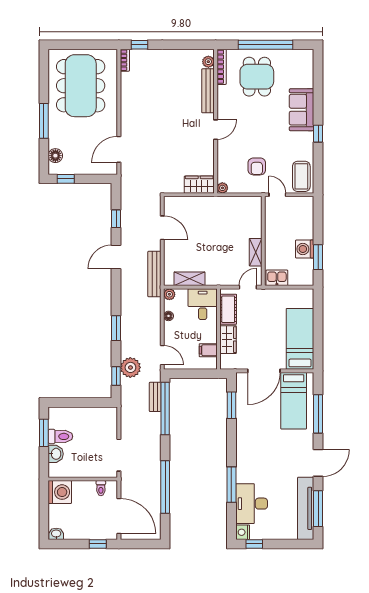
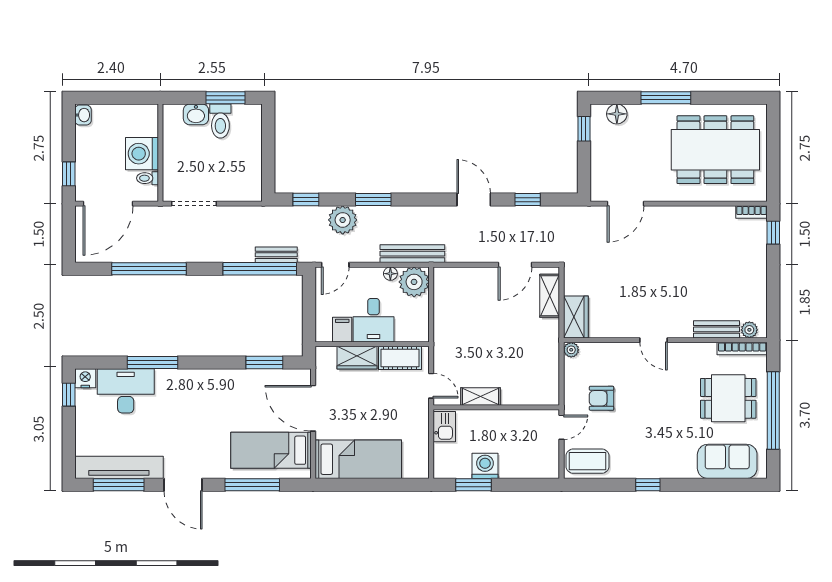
bench: (208, 91) -> (717, 329), width x0.73
sofa: (302, 110) -> (727, 461), moved
door: (119, 149) -> (626, 204), swing flipped
bench: (154, 274) -> (412, 254), moved
shelving: (189, 279) -> (550, 296), moved
plant: (169, 294) -> (414, 282), width x1.87, depth x1.87
desk: (203, 304) -> (374, 320), moved, turned 90
plant: (130, 367) -> (343, 220), moved
washing machine: (60, 492) -> (142, 154), moved, turned 90

